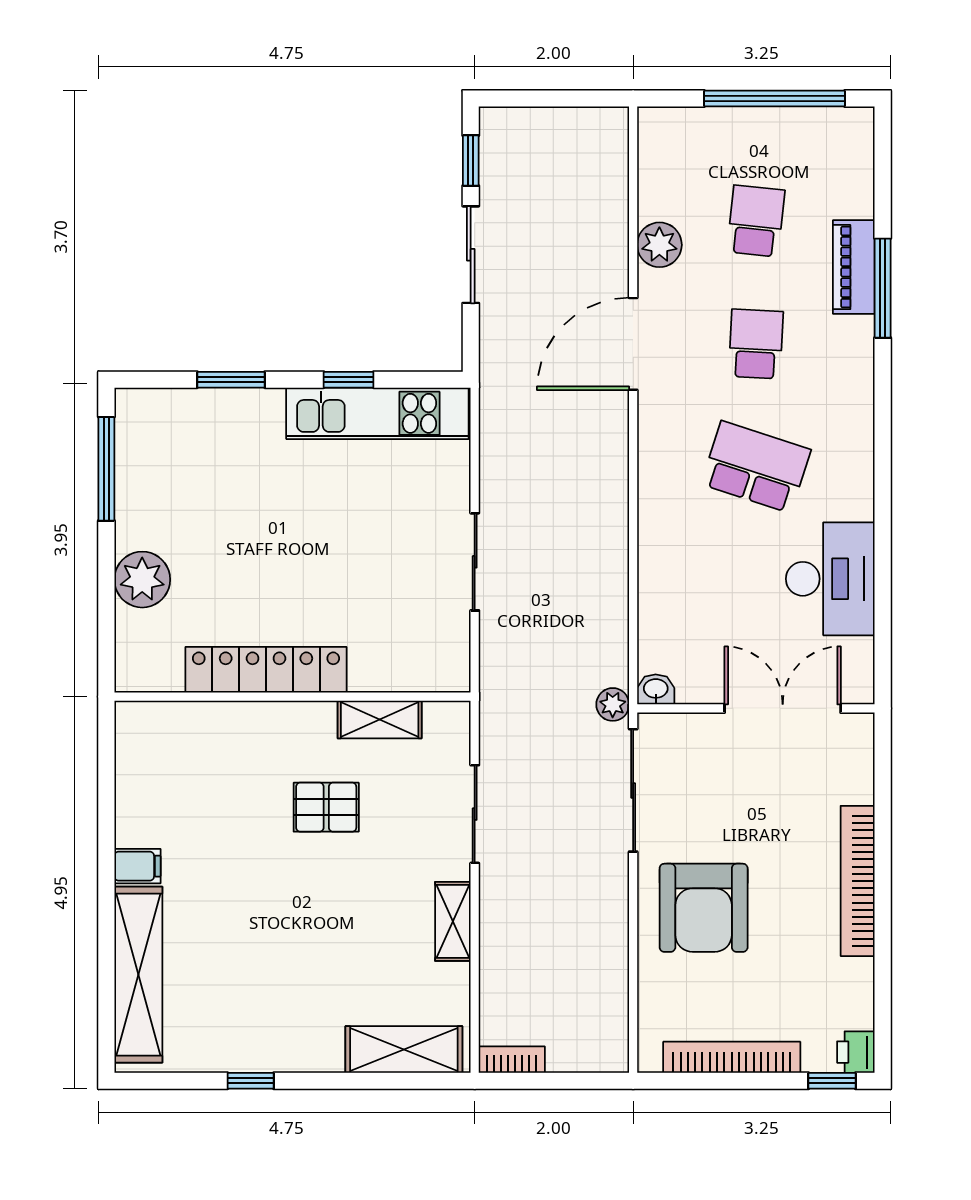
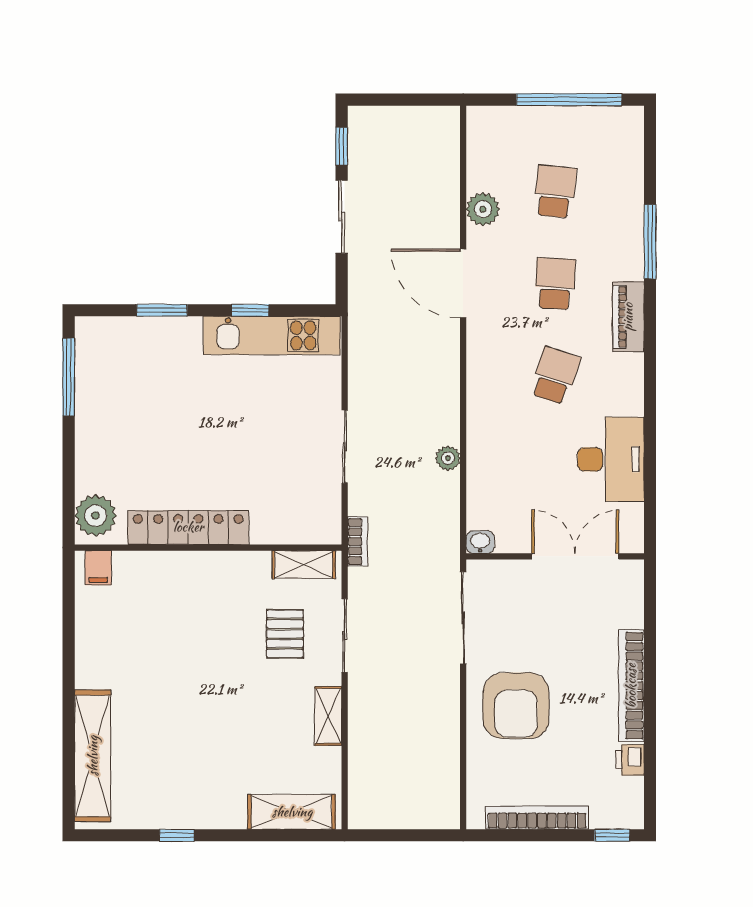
piano: (854, 267) -> (628, 317), moved
door: (633, 344) -> (463, 283), hinge flipped
school desk: (756, 467) -> (555, 376), width x0.54
plant: (142, 580) -> (96, 516), moved
plant: (613, 704) -> (448, 458), moved
shelving: (380, 719) -> (304, 565), moved
pallet: (326, 807) -> (285, 634), moved, turned 90
filing cabinet: (137, 866) -> (98, 568), moved, turned 90
printer: (856, 1052) -> (630, 760), moved
bookcase: (512, 1060) -> (357, 541), moved, turned 90

